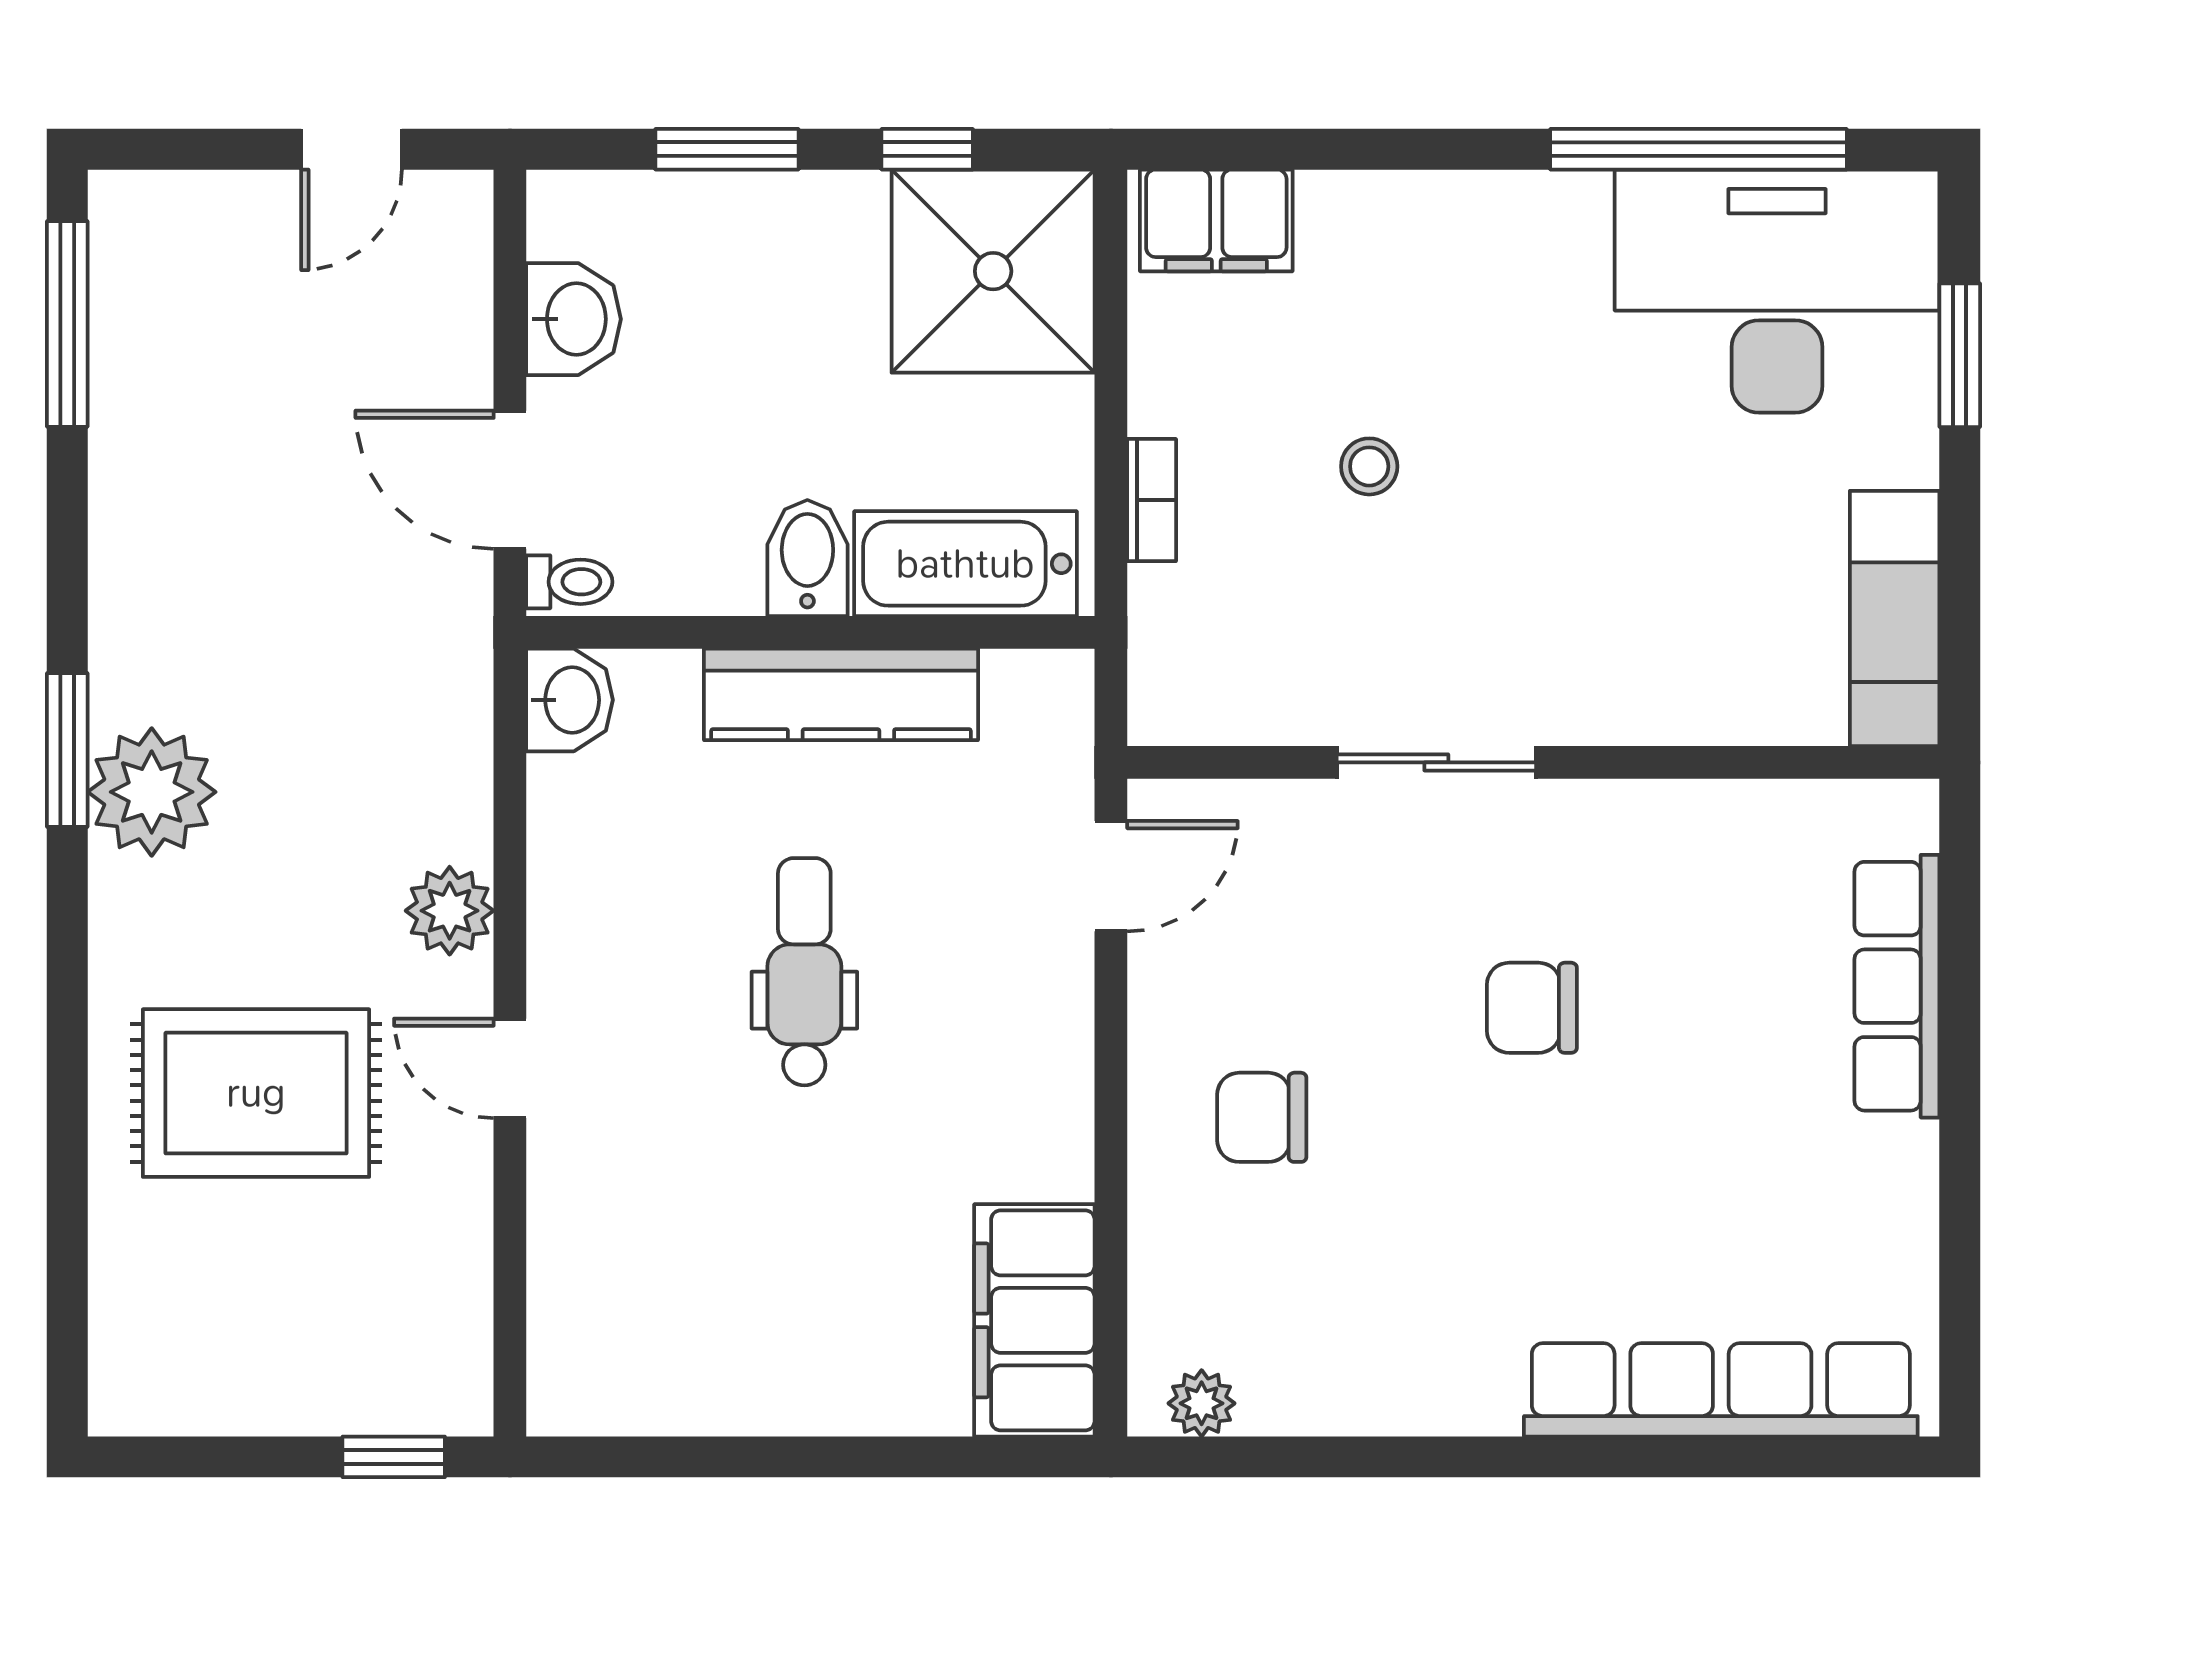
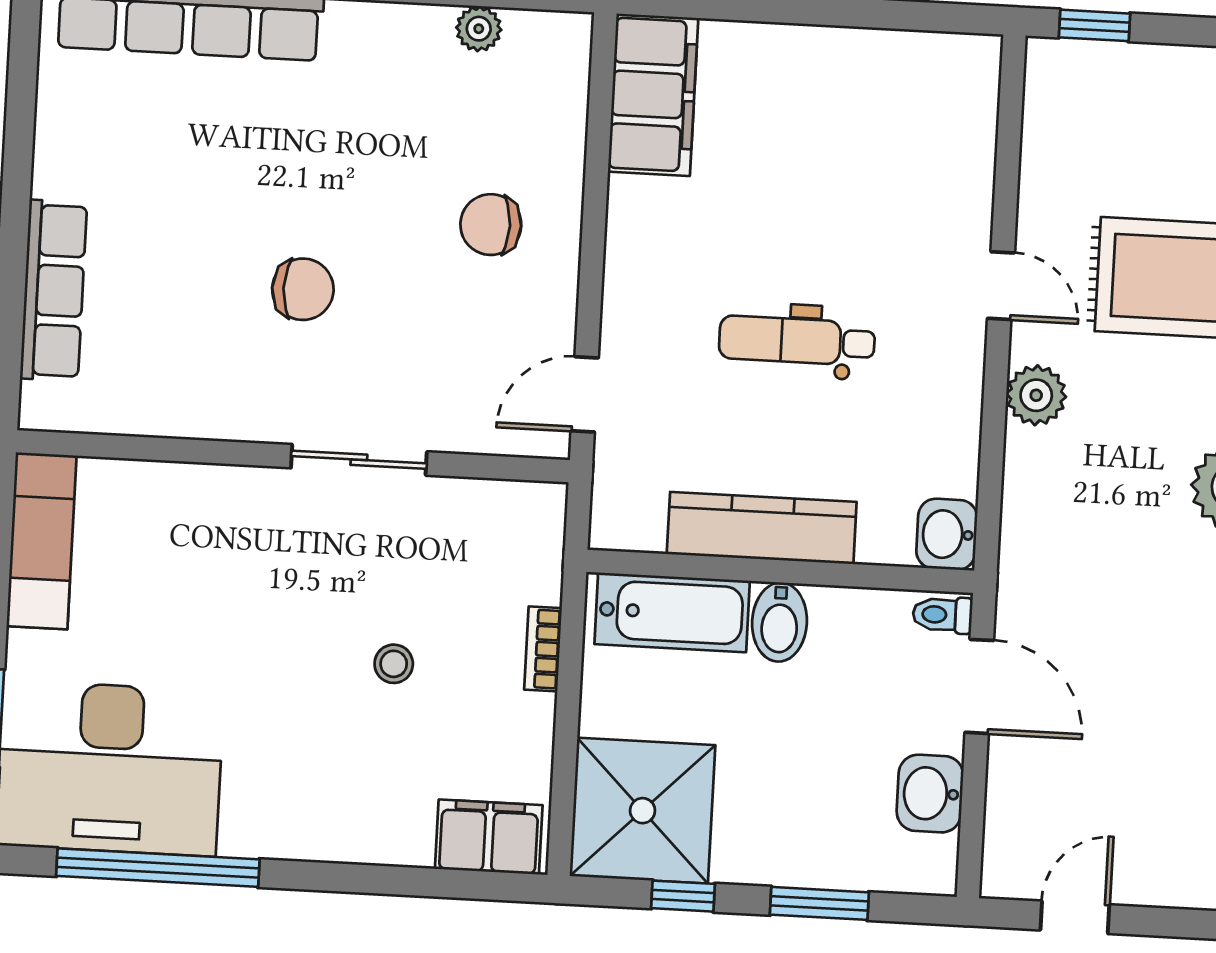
dental chair: (804, 972) -> (797, 341), turned 90
chair: (1262, 1117) -> (491, 225), turned 180
plant: (1202, 1403) -> (479, 29), moved

